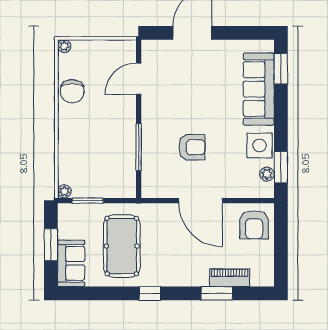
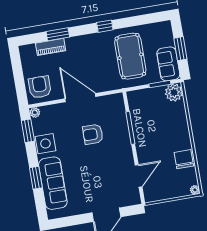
window: (281, 69) -> (36, 178), moved
plant: (267, 174) -> (35, 112), moved
plant: (64, 191) -> (174, 93), width x1.87, depth x1.87
sofa: (71, 263) -> (168, 64), moved

